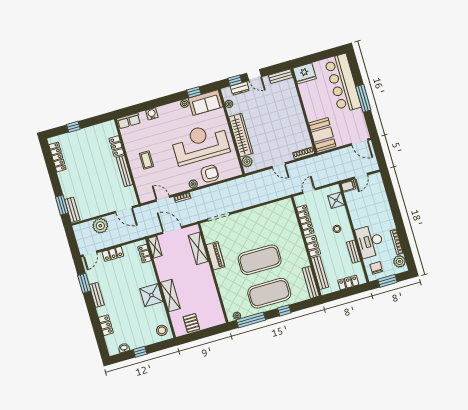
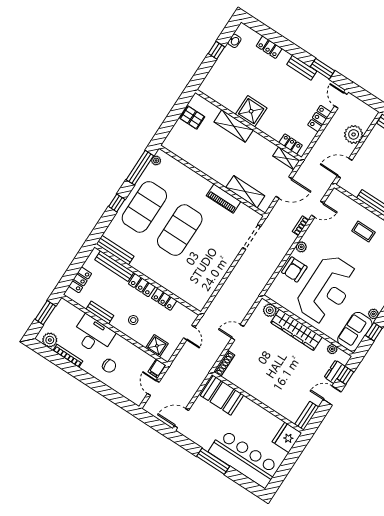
locker: (305, 220) -> (164, 299), width x0.66
chair: (376, 268) -> (109, 366), moved
stool: (162, 330) -> (213, 87), removed

